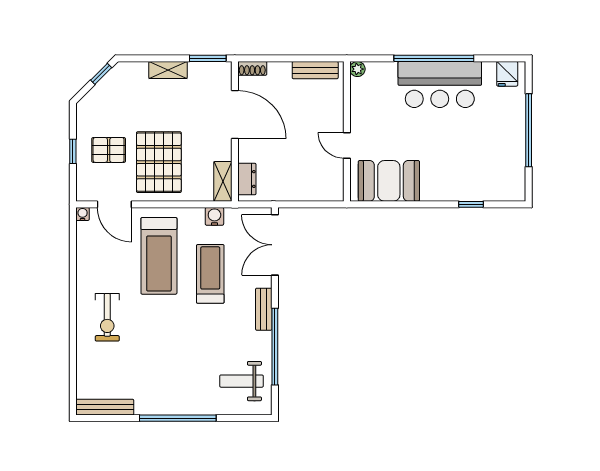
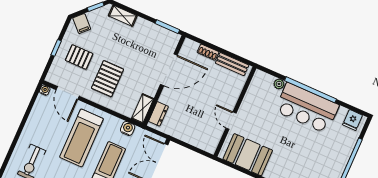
shoe rack: (252, 68) -> (208, 52), moved
plant: (357, 69) -> (279, 84), moved
shelving: (168, 70) -> (123, 16), moved
filing cabinet: (93, 104) -> (82, 24), added
door: (235, 115) -> (169, 70), hinge flipped
pallet: (159, 162) -> (108, 79), width x0.73, depth x0.71

